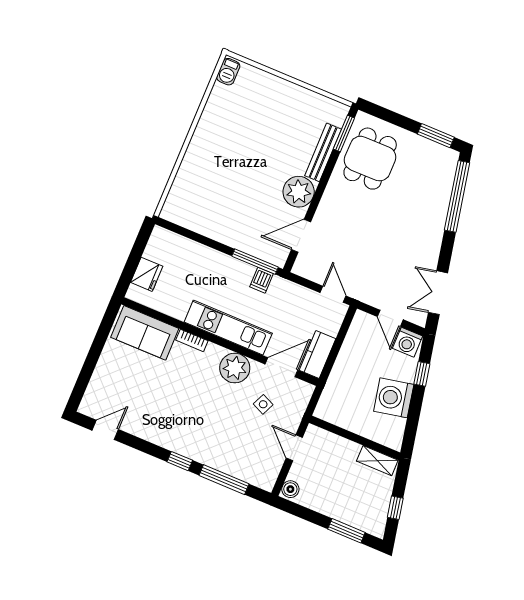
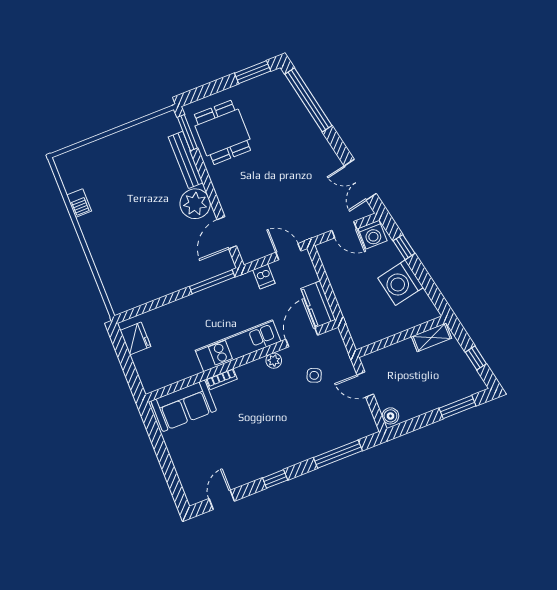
barbecue: (228, 72) -> (79, 203), moved
fridge: (147, 274) -> (135, 338), moved
dishwasher: (262, 280) -> (264, 277), moved
plant: (235, 368) -> (274, 361), width x0.53, depth x0.53
window: (180, 461) -> (275, 479), moved

